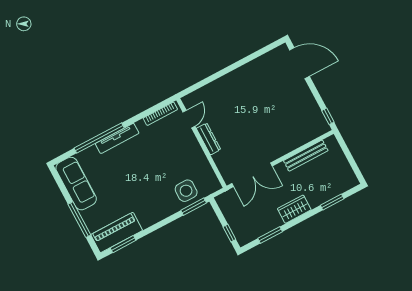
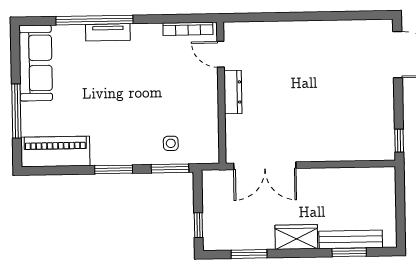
door: (189, 119) -> (221, 54), swing flipped
tv unit: (117, 138) -> (108, 32), width x0.71
bench: (306, 156) -> (351, 239), moved
side table: (186, 191) -> (171, 143), width x0.54, depth x0.54
window: (123, 244) -> (114, 169), moved

